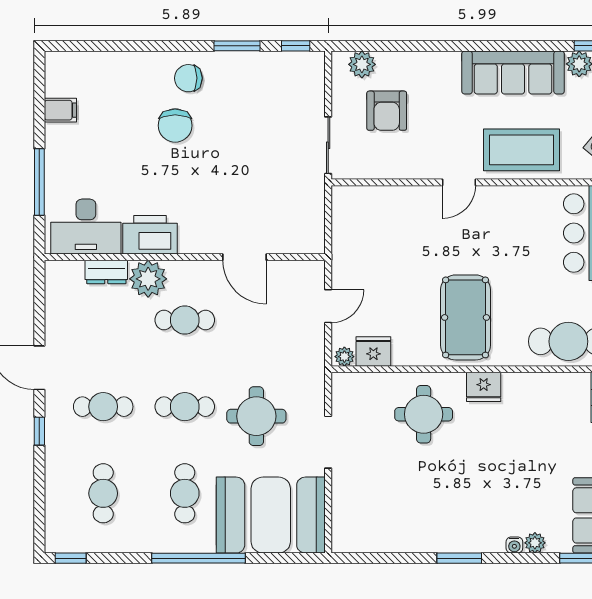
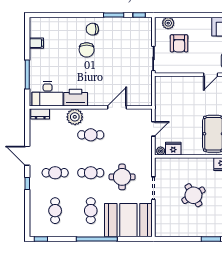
door: (245, 257) -> (117, 107), swing flipped
dresser: (106, 272) -> (40, 114), moved
round table: (424, 414) -> (193, 195), moved, turned -31

